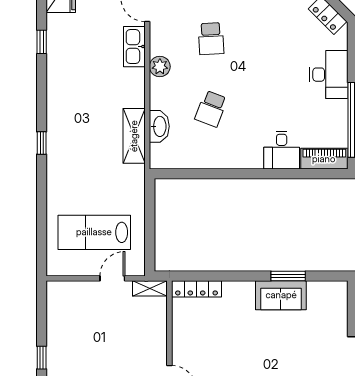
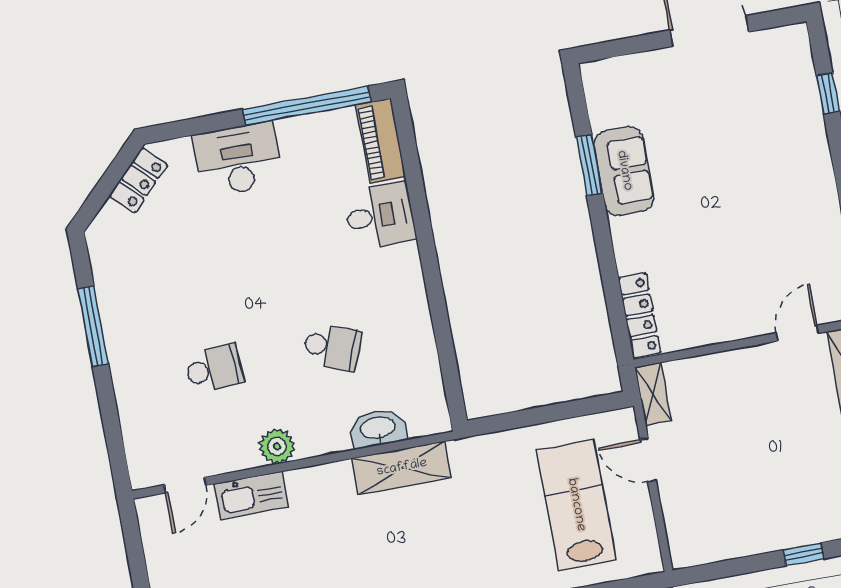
lab bench: (94, 232) -> (576, 505), turned 180

